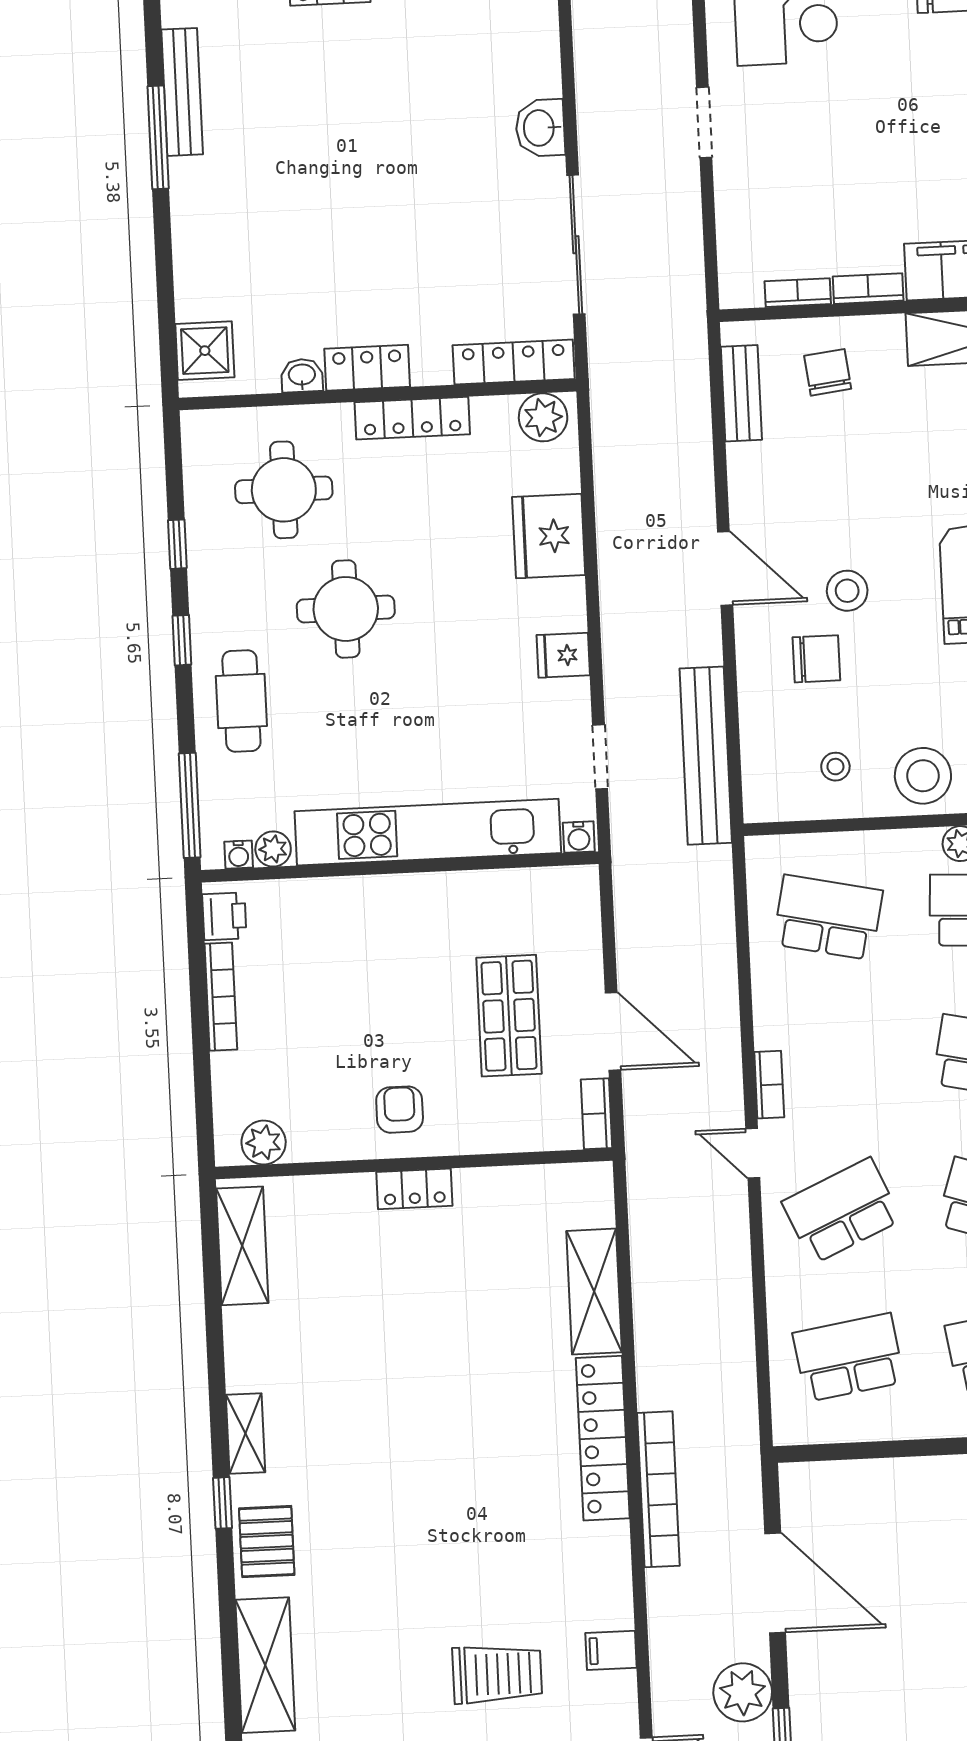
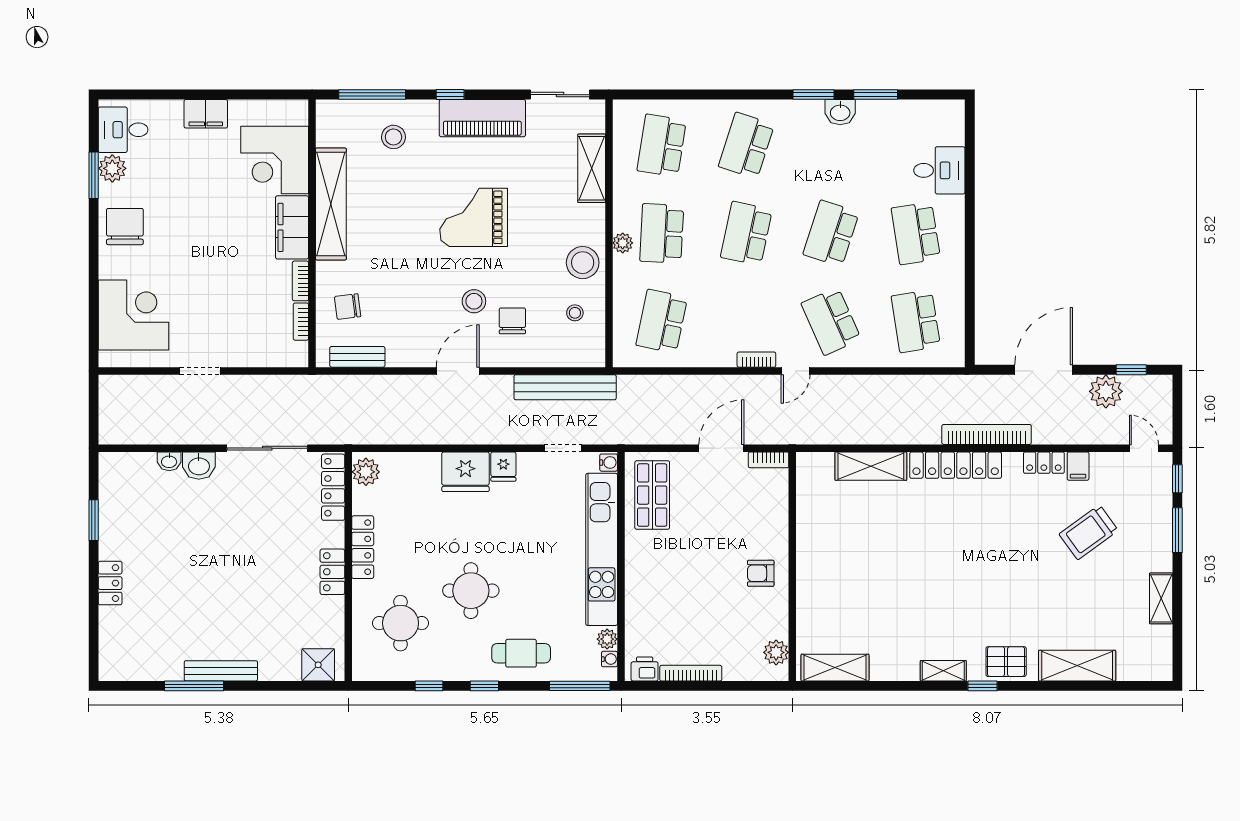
bench: (182, 92) -> (221, 671), moved
washbasin: (302, 375) -> (169, 461), moved, turned -90
fridge: (549, 536) -> (465, 472), moved
shop shelf: (509, 1016) -> (652, 495), moved, turned 90
locker: (414, 1189) -> (1044, 463), moved, turned 90
trolley: (497, 1674) -> (1089, 532), turned -126

